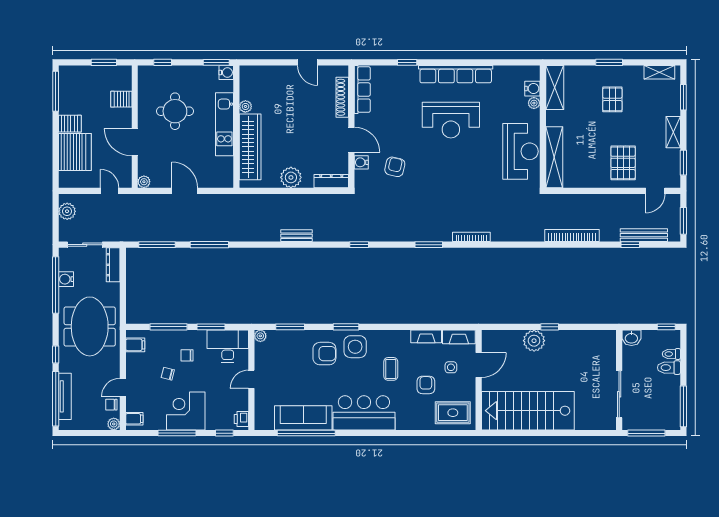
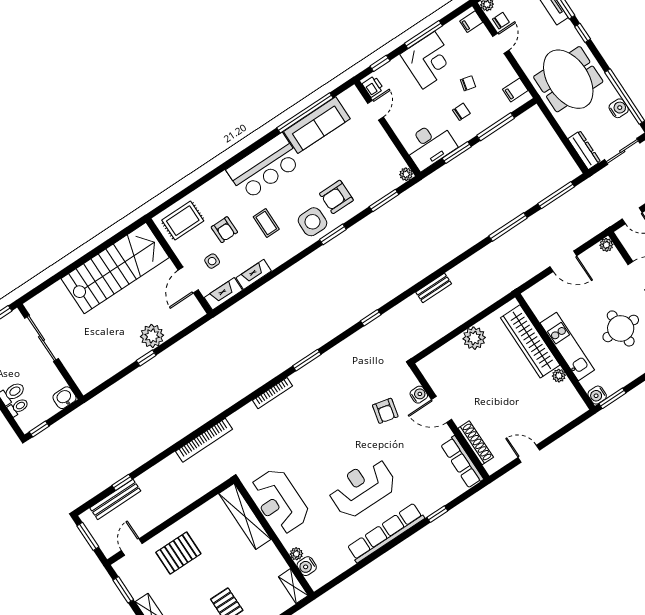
shelving: (555, 88) -> (293, 586), width x0.67, depth x0.75
pallet: (623, 163) -> (178, 553), turned 90
dresser: (331, 181) -> (435, 359), removed
bookcase: (572, 236) -> (204, 440), moved
door: (251, 379) -> (375, 110), moved

